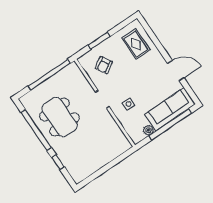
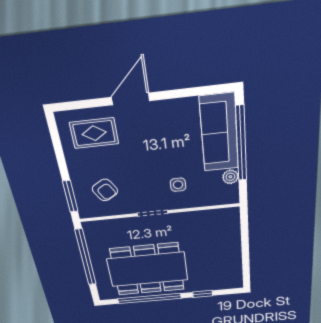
window: (99, 41) -> (70, 196), moved
door: (176, 71) -> (131, 99), moved
dining table: (60, 117) -> (148, 269), width x1.36, depth x1.24

